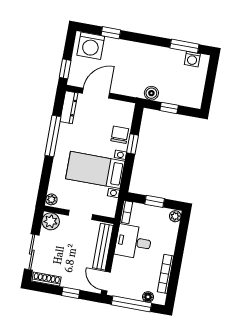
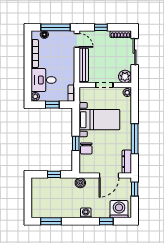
washing machine: (192, 59) -> (86, 213), moved
boiler: (151, 93) -> (80, 183), moved
desk: (133, 242) -> (44, 80), moved, turned 180

